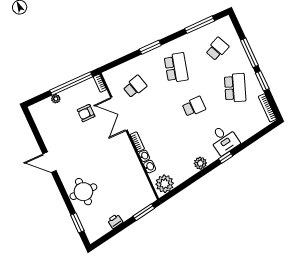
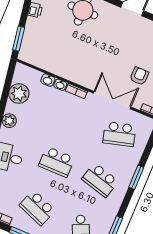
school desk: (135, 87) -> (119, 134), width x1.85
school desk: (194, 107) -> (57, 162), width x1.85
plant: (165, 184) -> (19, 94), moved

